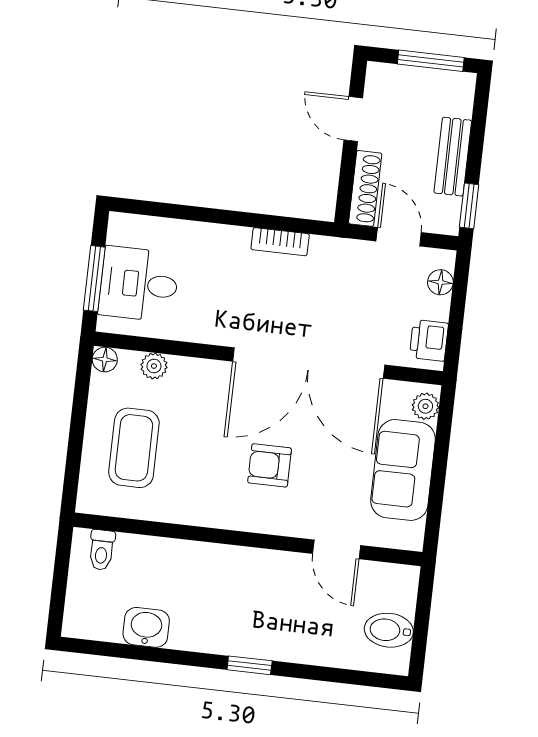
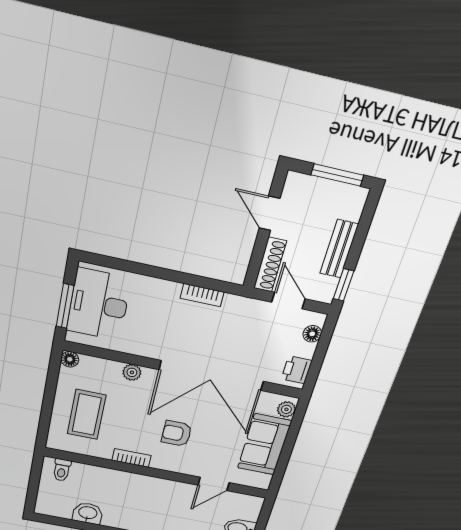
desk: (139, 284) -> (99, 304), width x1.37
plant: (154, 366) -> (132, 372), moved
bookcase: (206, 516) -> (132, 458), added
door: (337, 549) -> (214, 484), hinge flipped

